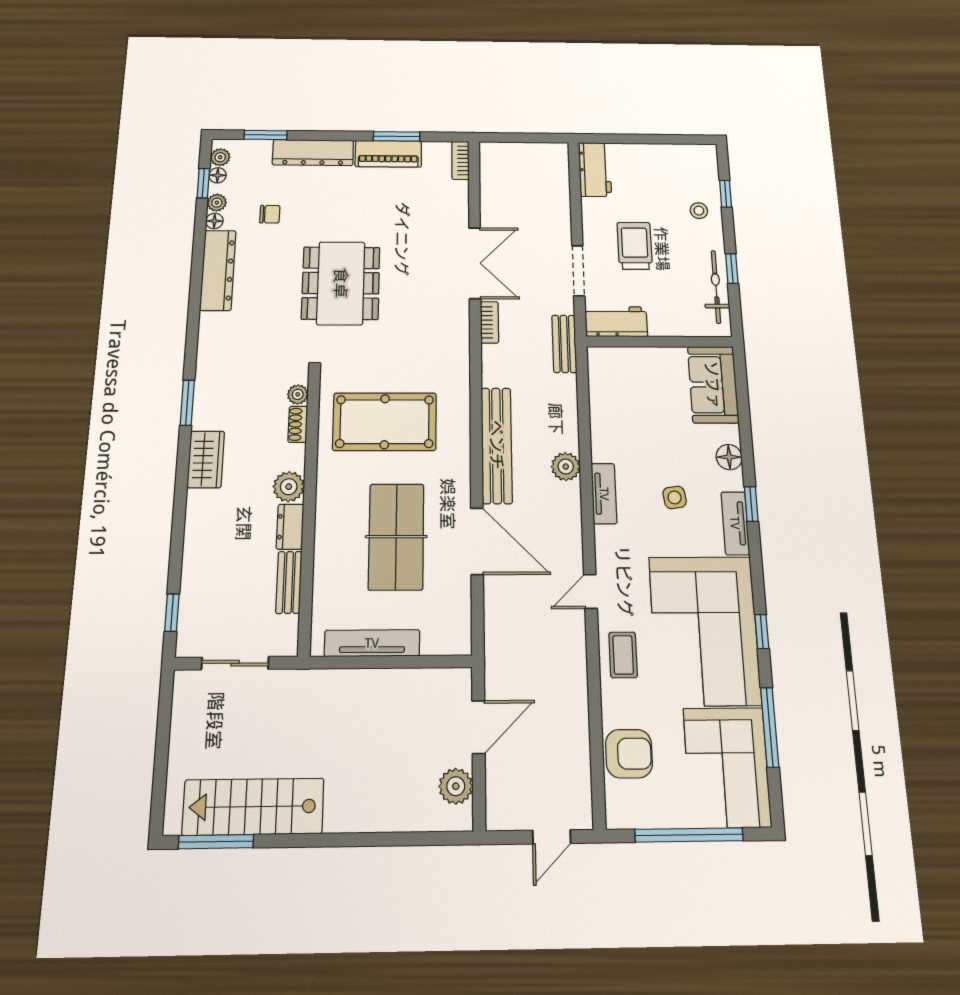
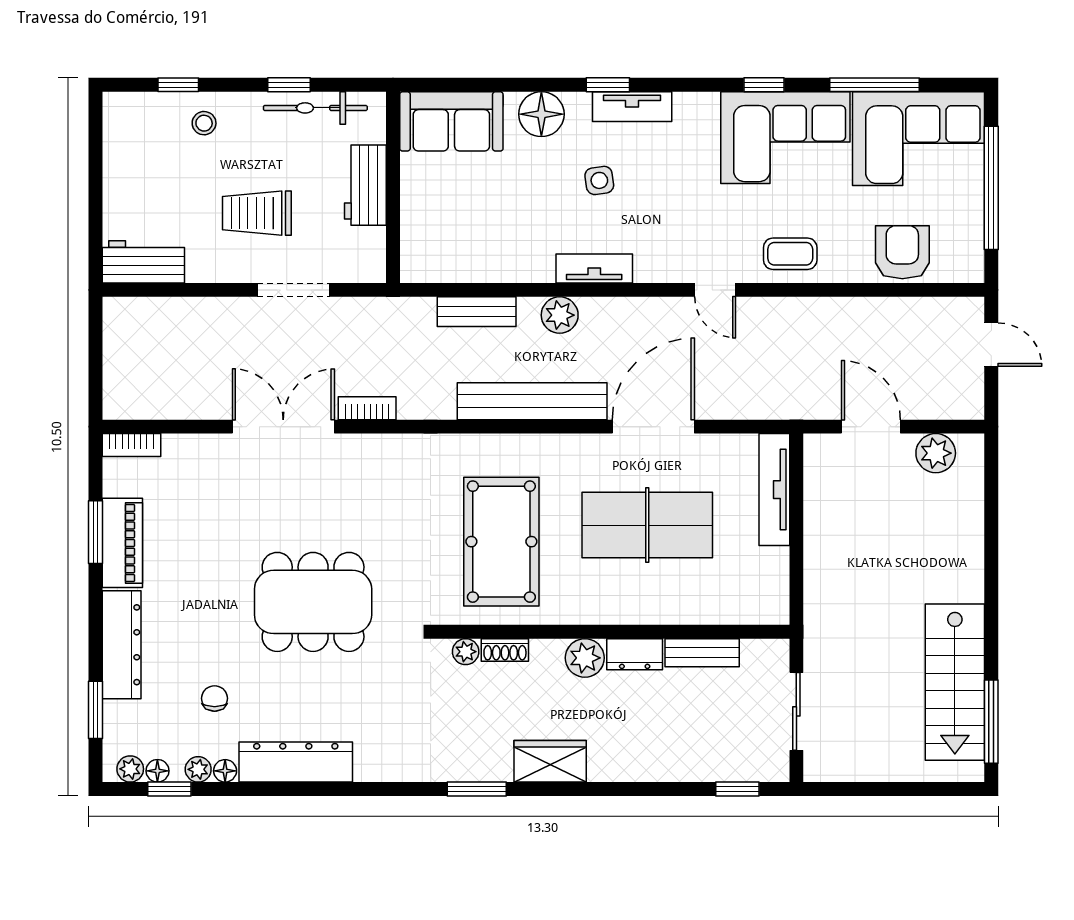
workbench: (616, 322) -> (365, 185), moved
bench: (564, 344) -> (477, 312), moved
floor lamp: (729, 457) -> (541, 114), width x1.38, depth x1.38
corner sofa: (705, 630) -> (785, 138), width x0.73, depth x0.74
tv unit: (372, 643) -> (774, 490), moved

